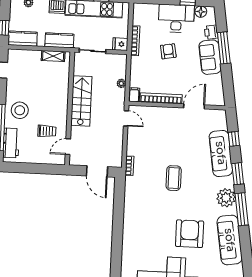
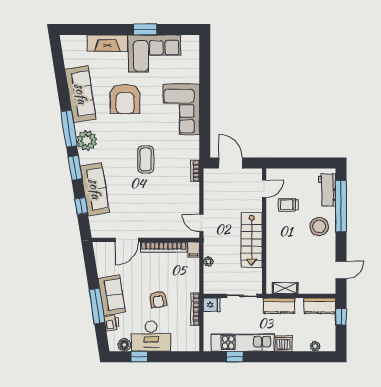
corner sofa: (139, 222) -> (181, 109), added

